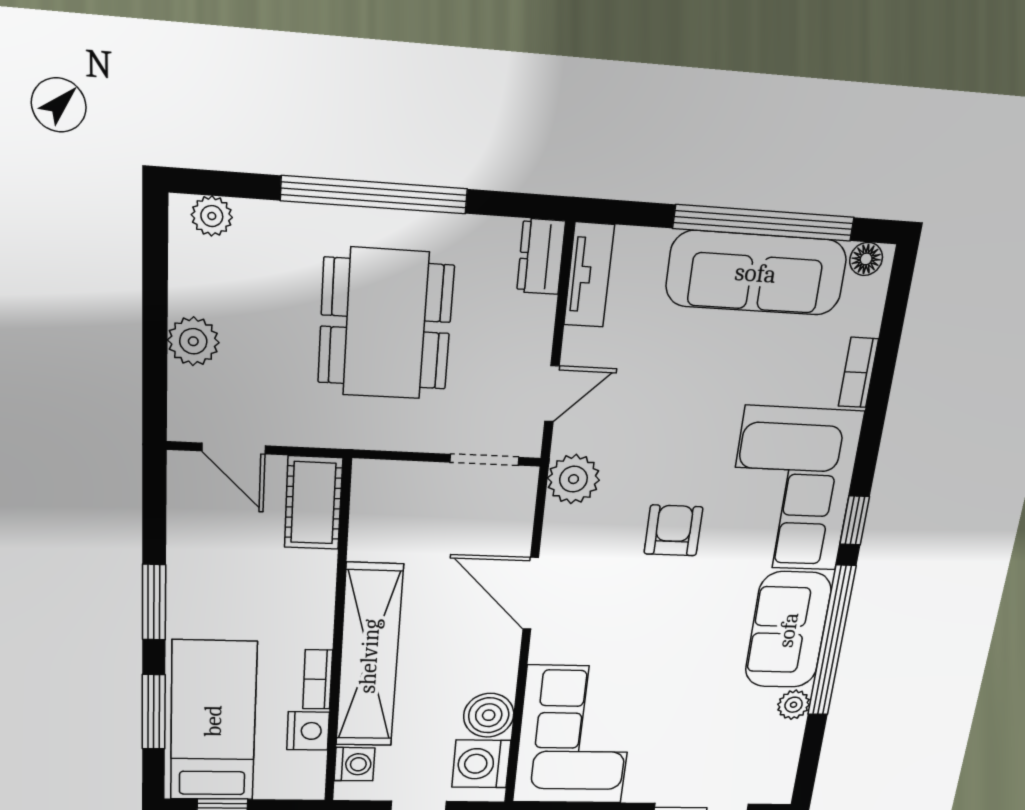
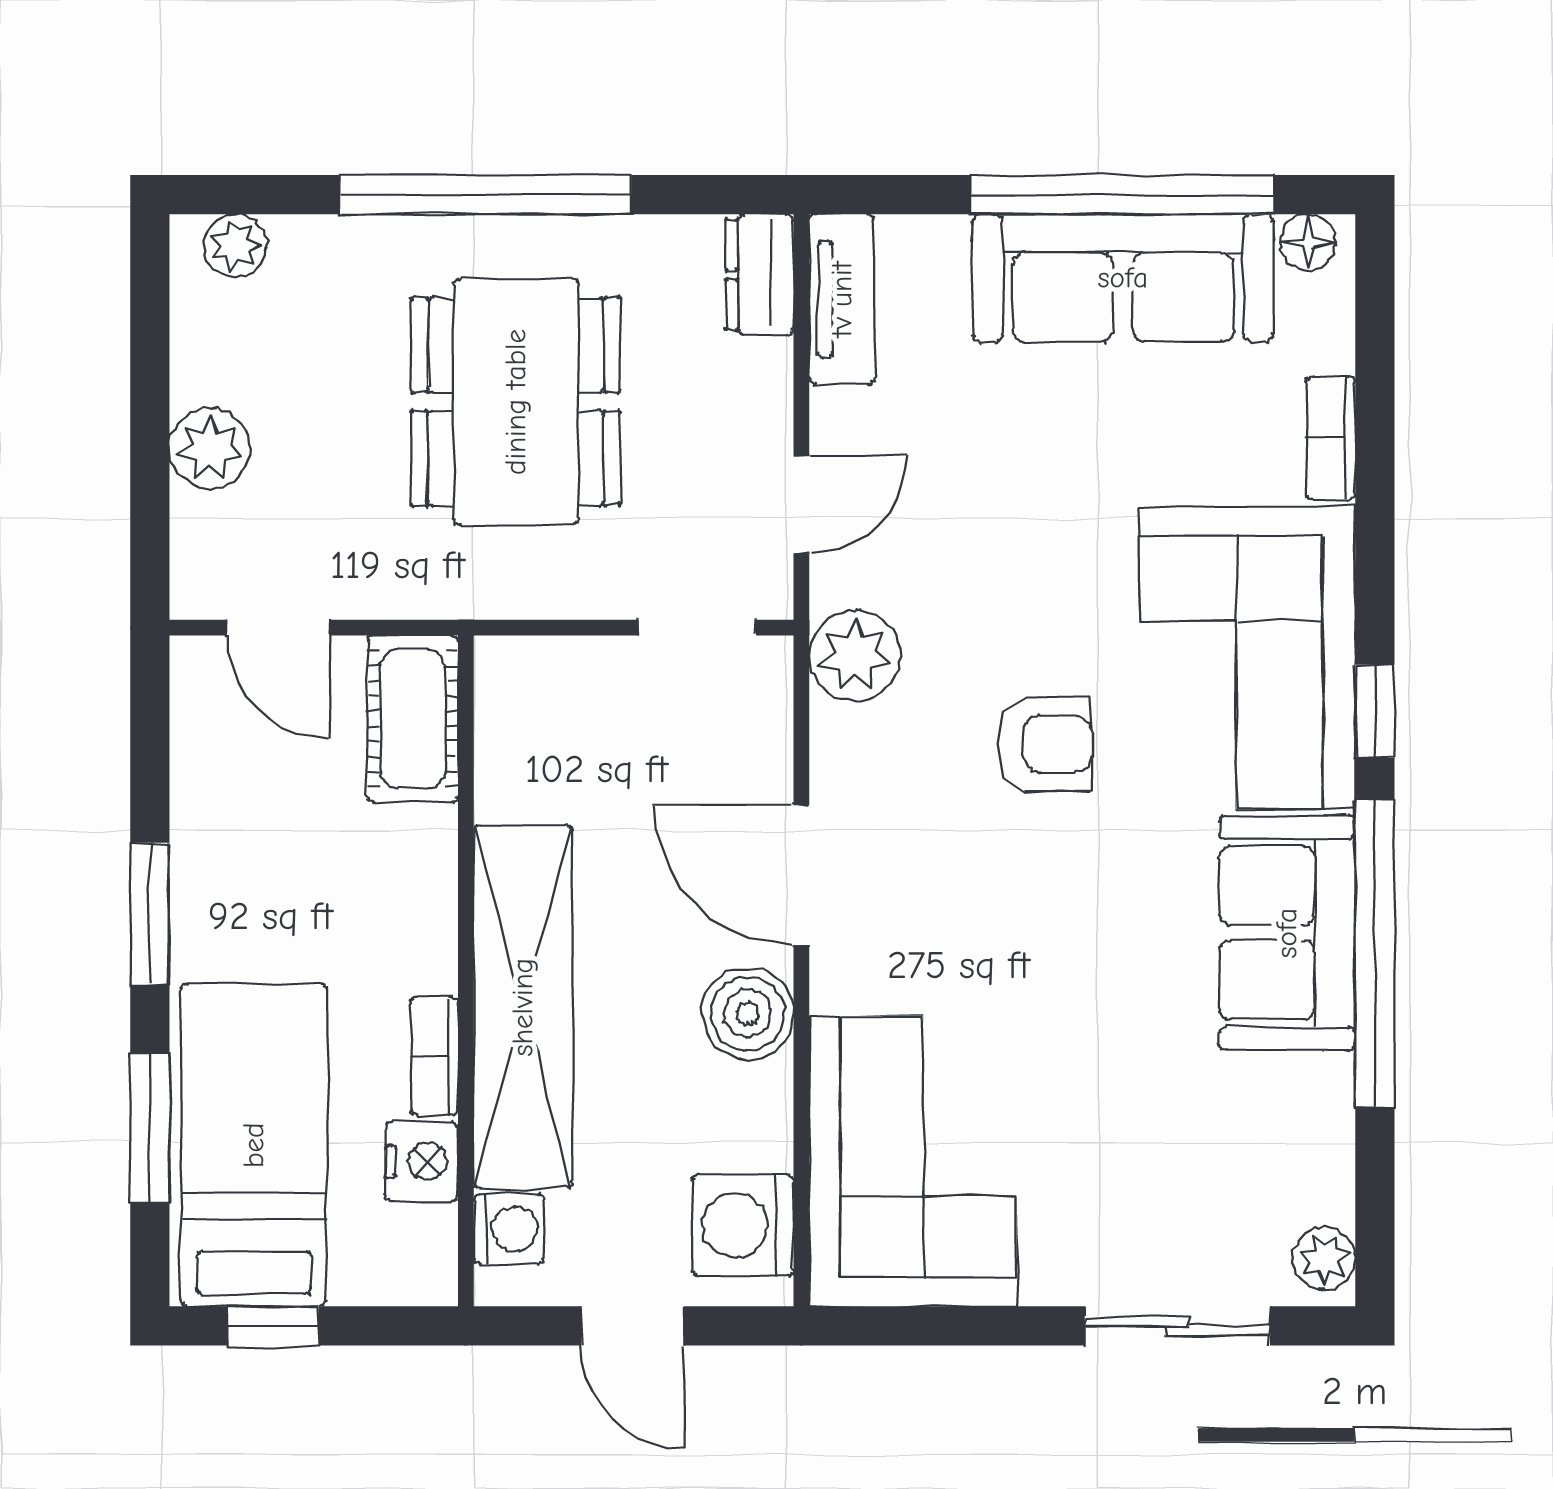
armchair: (673, 530) -> (1044, 744), turned 90
plant: (794, 705) -> (1324, 1258), moved
boiler: (489, 715) -> (748, 1014), moved

